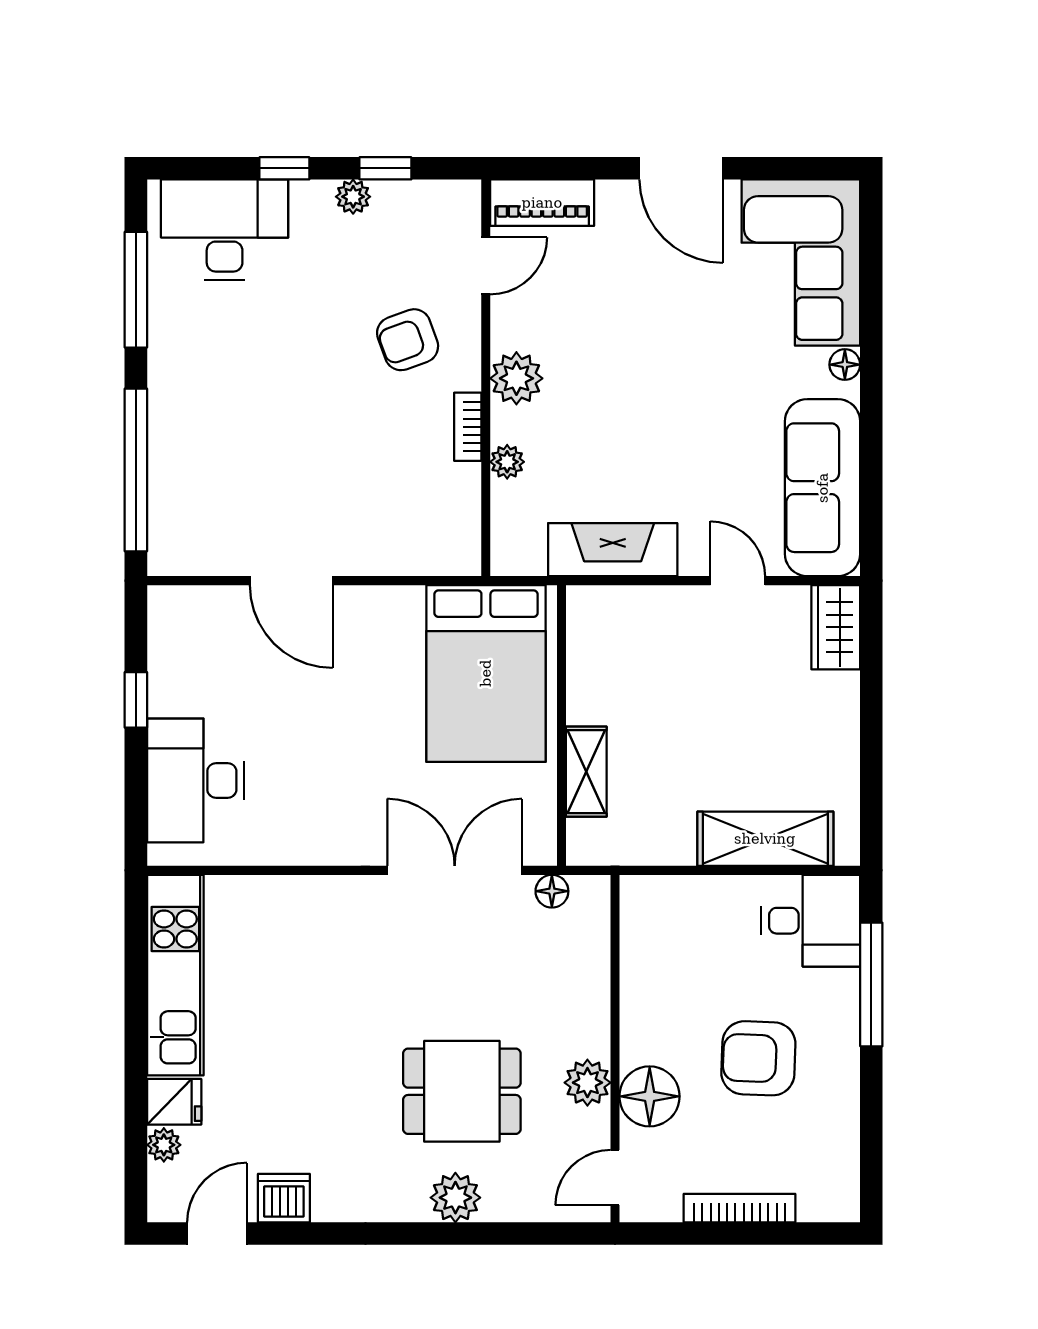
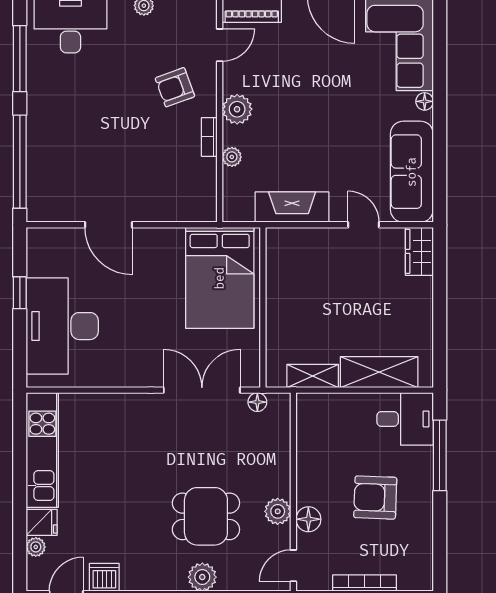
shelving: (586, 772) -> (313, 376), moved, turned 90
desk: (196, 780) -> (62, 326), width x1.36, depth x1.30
floor lamp: (650, 1096) -> (308, 519), width x0.73, depth x0.73

